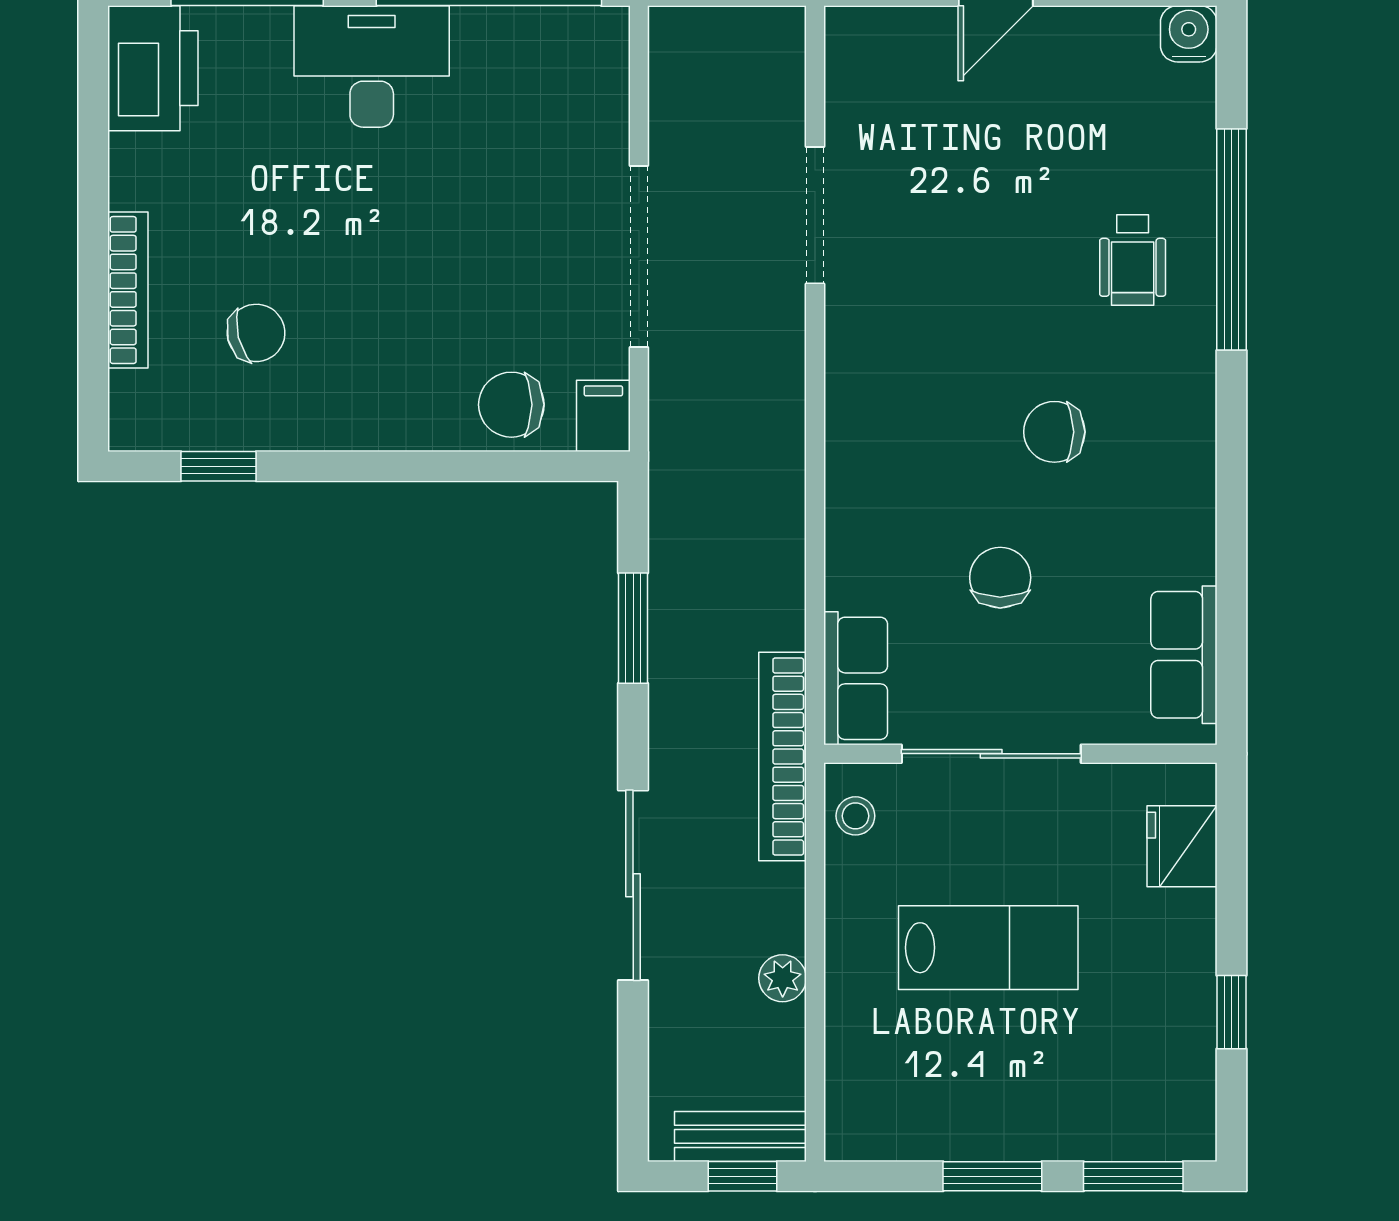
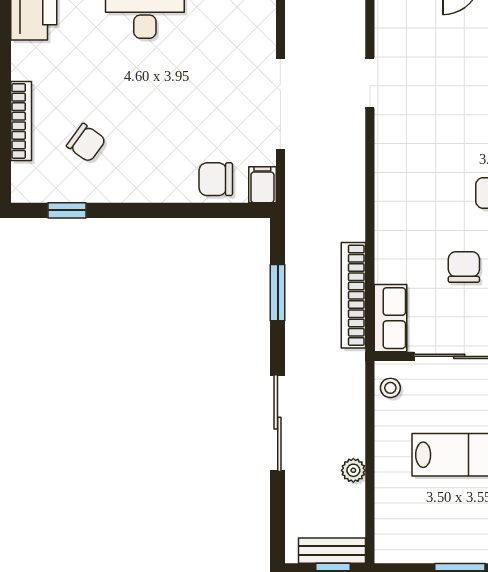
doorway: (815, 215) -> (370, 83), width x0.73
chair: (256, 333) -> (86, 143), turned 50
bookcase: (782, 756) -> (353, 295), moved

